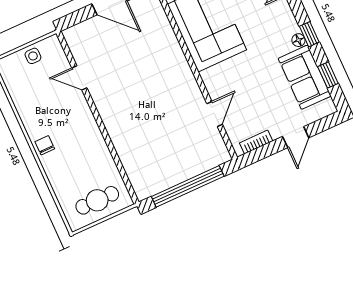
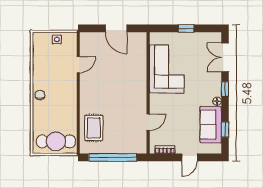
window: (309, 34) -> (225, 89), moved
door: (79, 78) -> (78, 65), swing flipped
rug: (142, 157) -> (94, 128), added
cafe table: (97, 200) -> (56, 141), width x1.37, depth x1.35

